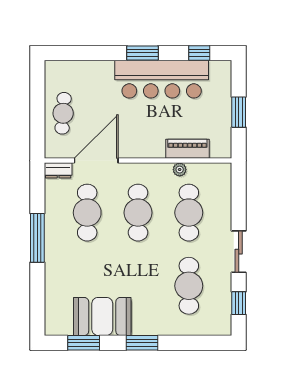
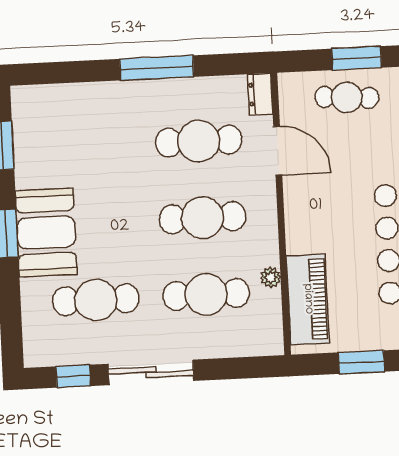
window: (37, 105) -> (357, 58), added
piano: (187, 149) -> (308, 299), width x1.37, depth x1.33
door: (96, 161) -> (278, 151), width x0.73
sliding door: (239, 252) -> (151, 372), width x1.37
booth: (102, 316) -> (46, 233), moved

